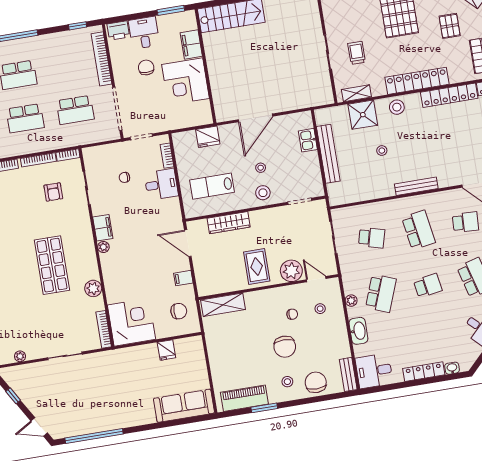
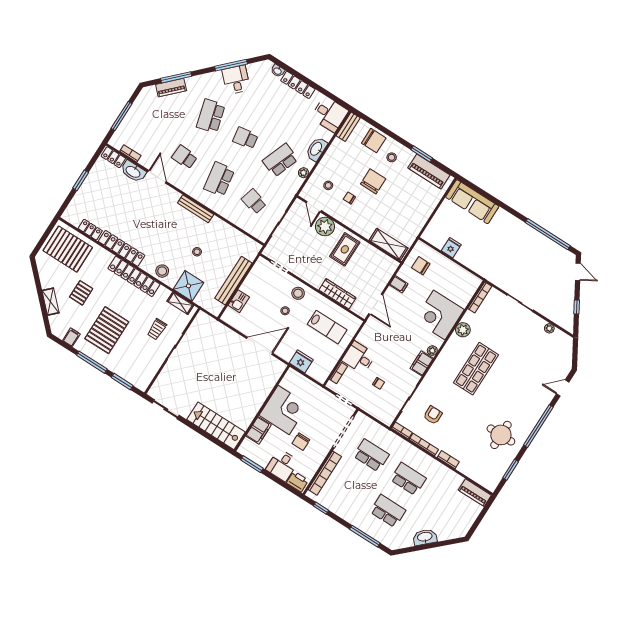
corner desk: (131, 322) -> (439, 315), moved
chair: (316, 382) -> (374, 141), turned -90

